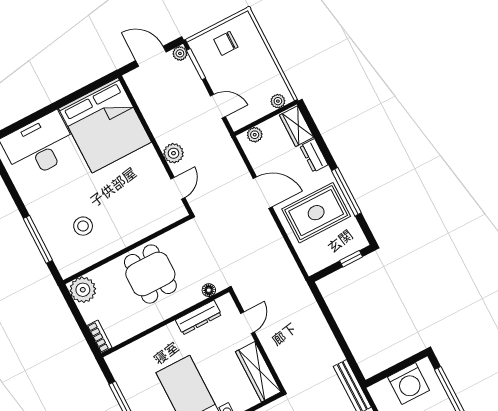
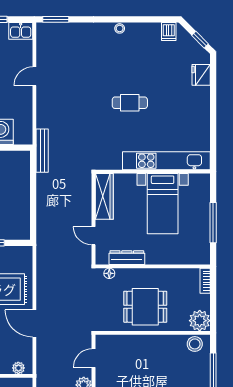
stool: (83, 226) -> (195, 344), moved
dining table: (150, 274) -> (145, 307), turned 90
door: (248, 323) -> (94, 236), hinge flipped

